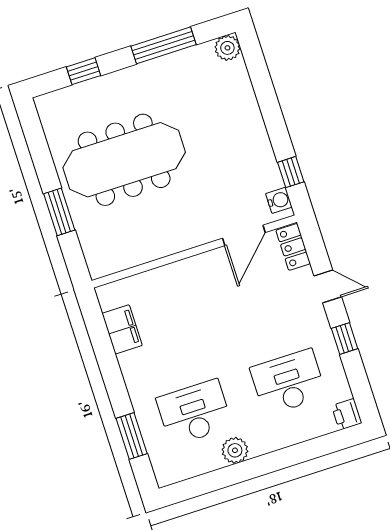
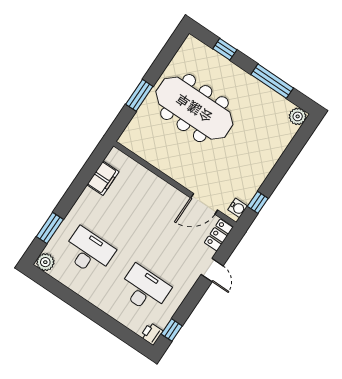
window: (345, 339) -> (172, 330), moved
plant: (235, 450) -> (45, 262), moved

